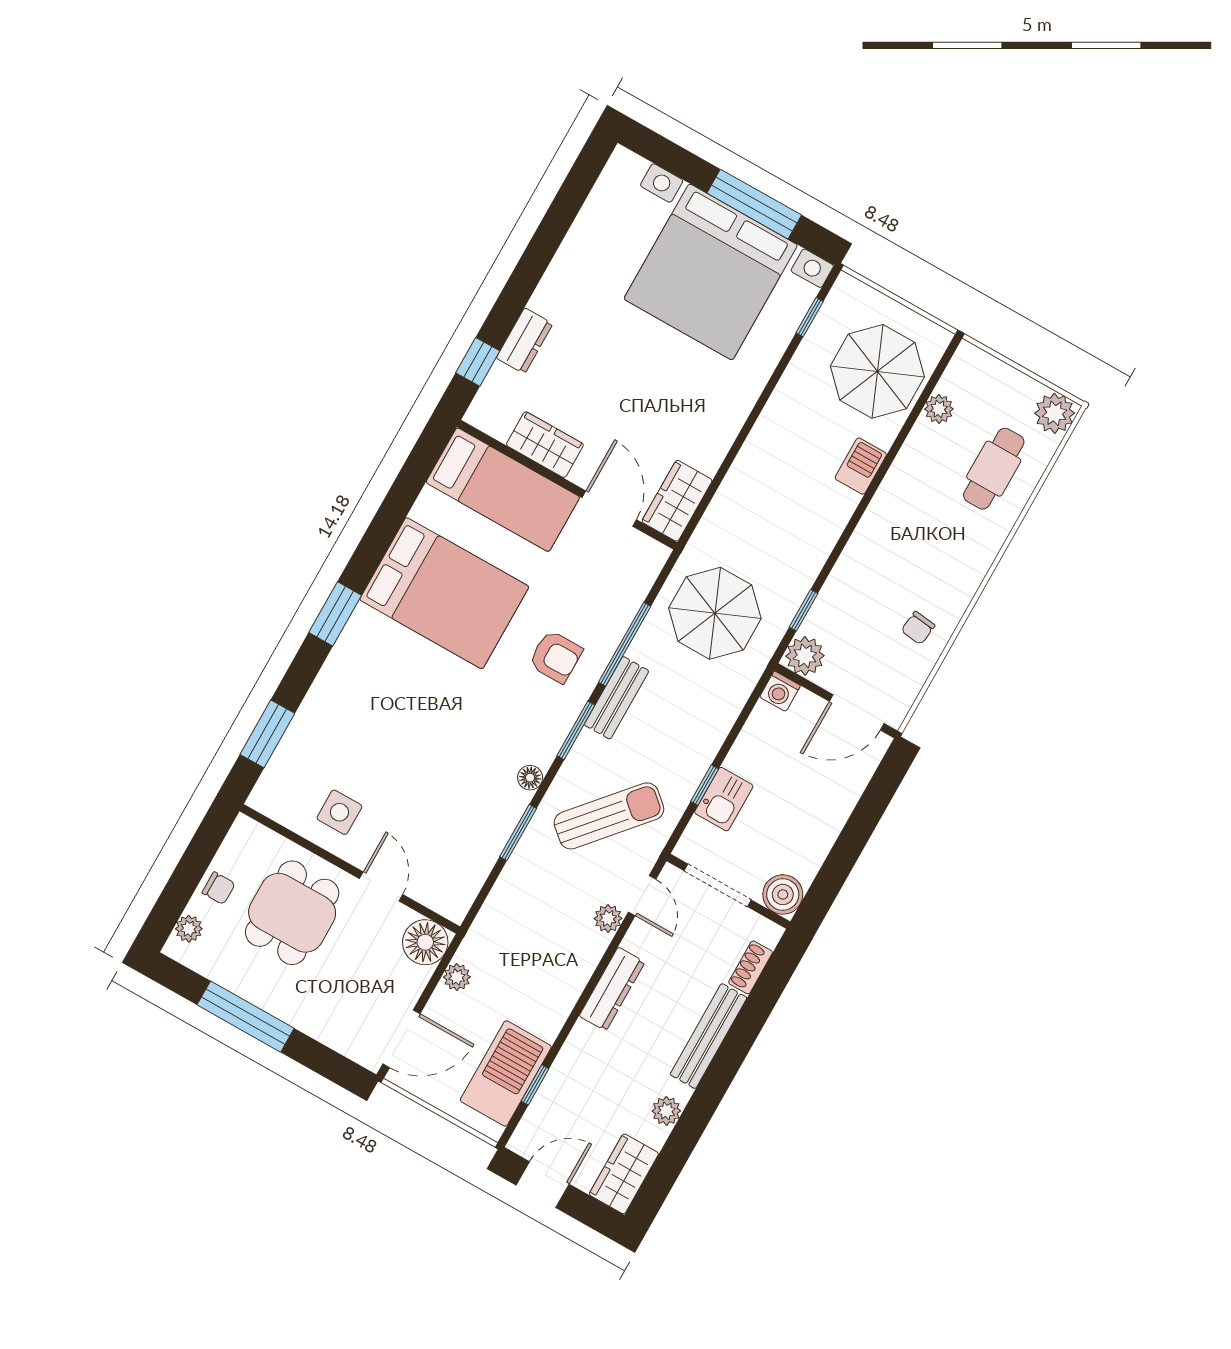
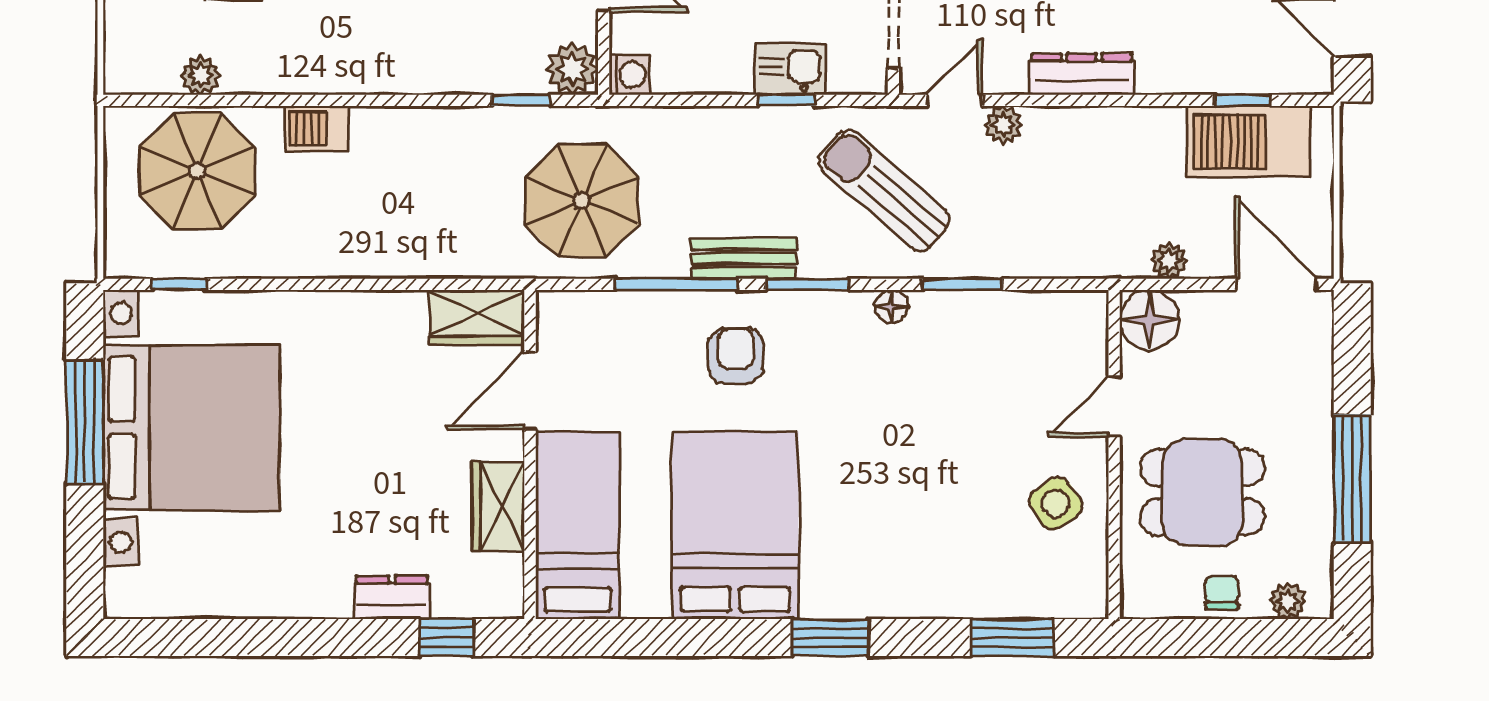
side table: (339, 812) -> (1056, 503), turned -35

